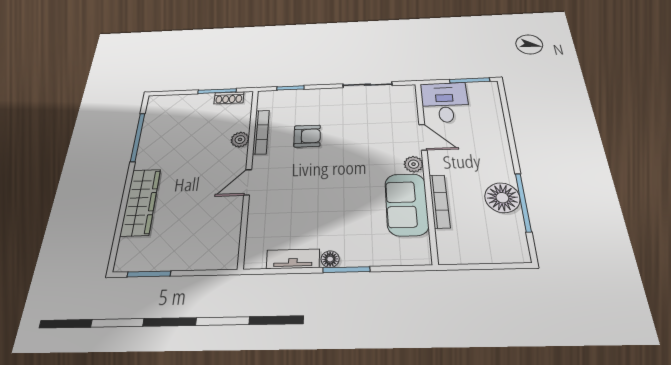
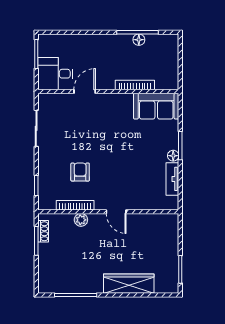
plant: (414, 164) -> (106, 100), removed
floor lamp: (502, 198) -> (139, 40), width x0.53, depth x0.53
sofa: (407, 204) -> (156, 106), moved

